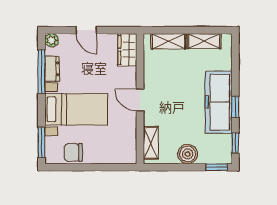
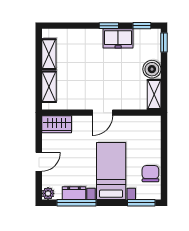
freezer: (219, 102) -> (118, 38), width x0.52, depth x0.79
shelving: (151, 143) -> (154, 94), moved, turned 90
chair: (73, 152) -> (150, 174), turned 180

